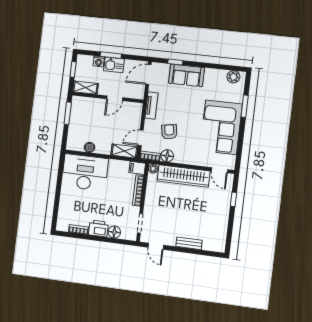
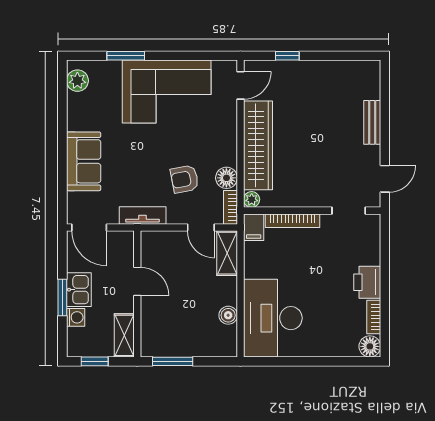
window: (175, 62) -> (62, 183), removed
floor lamp: (114, 232) -> (370, 346), moved

